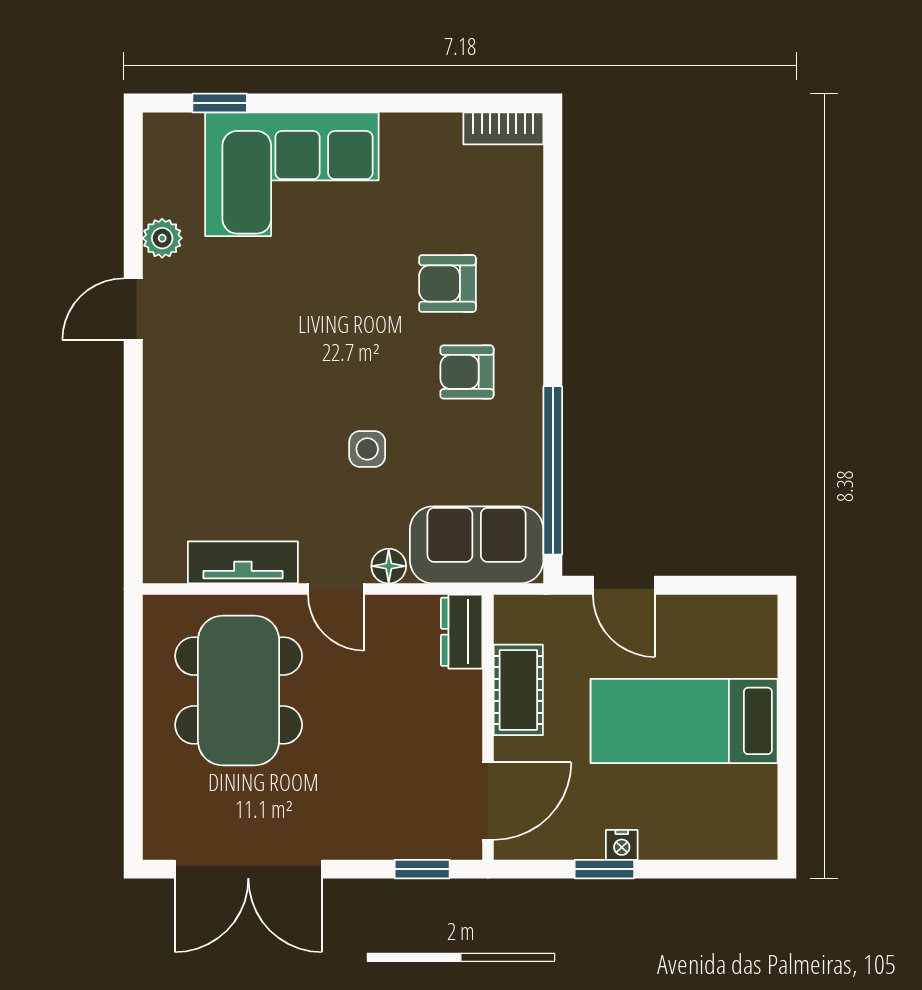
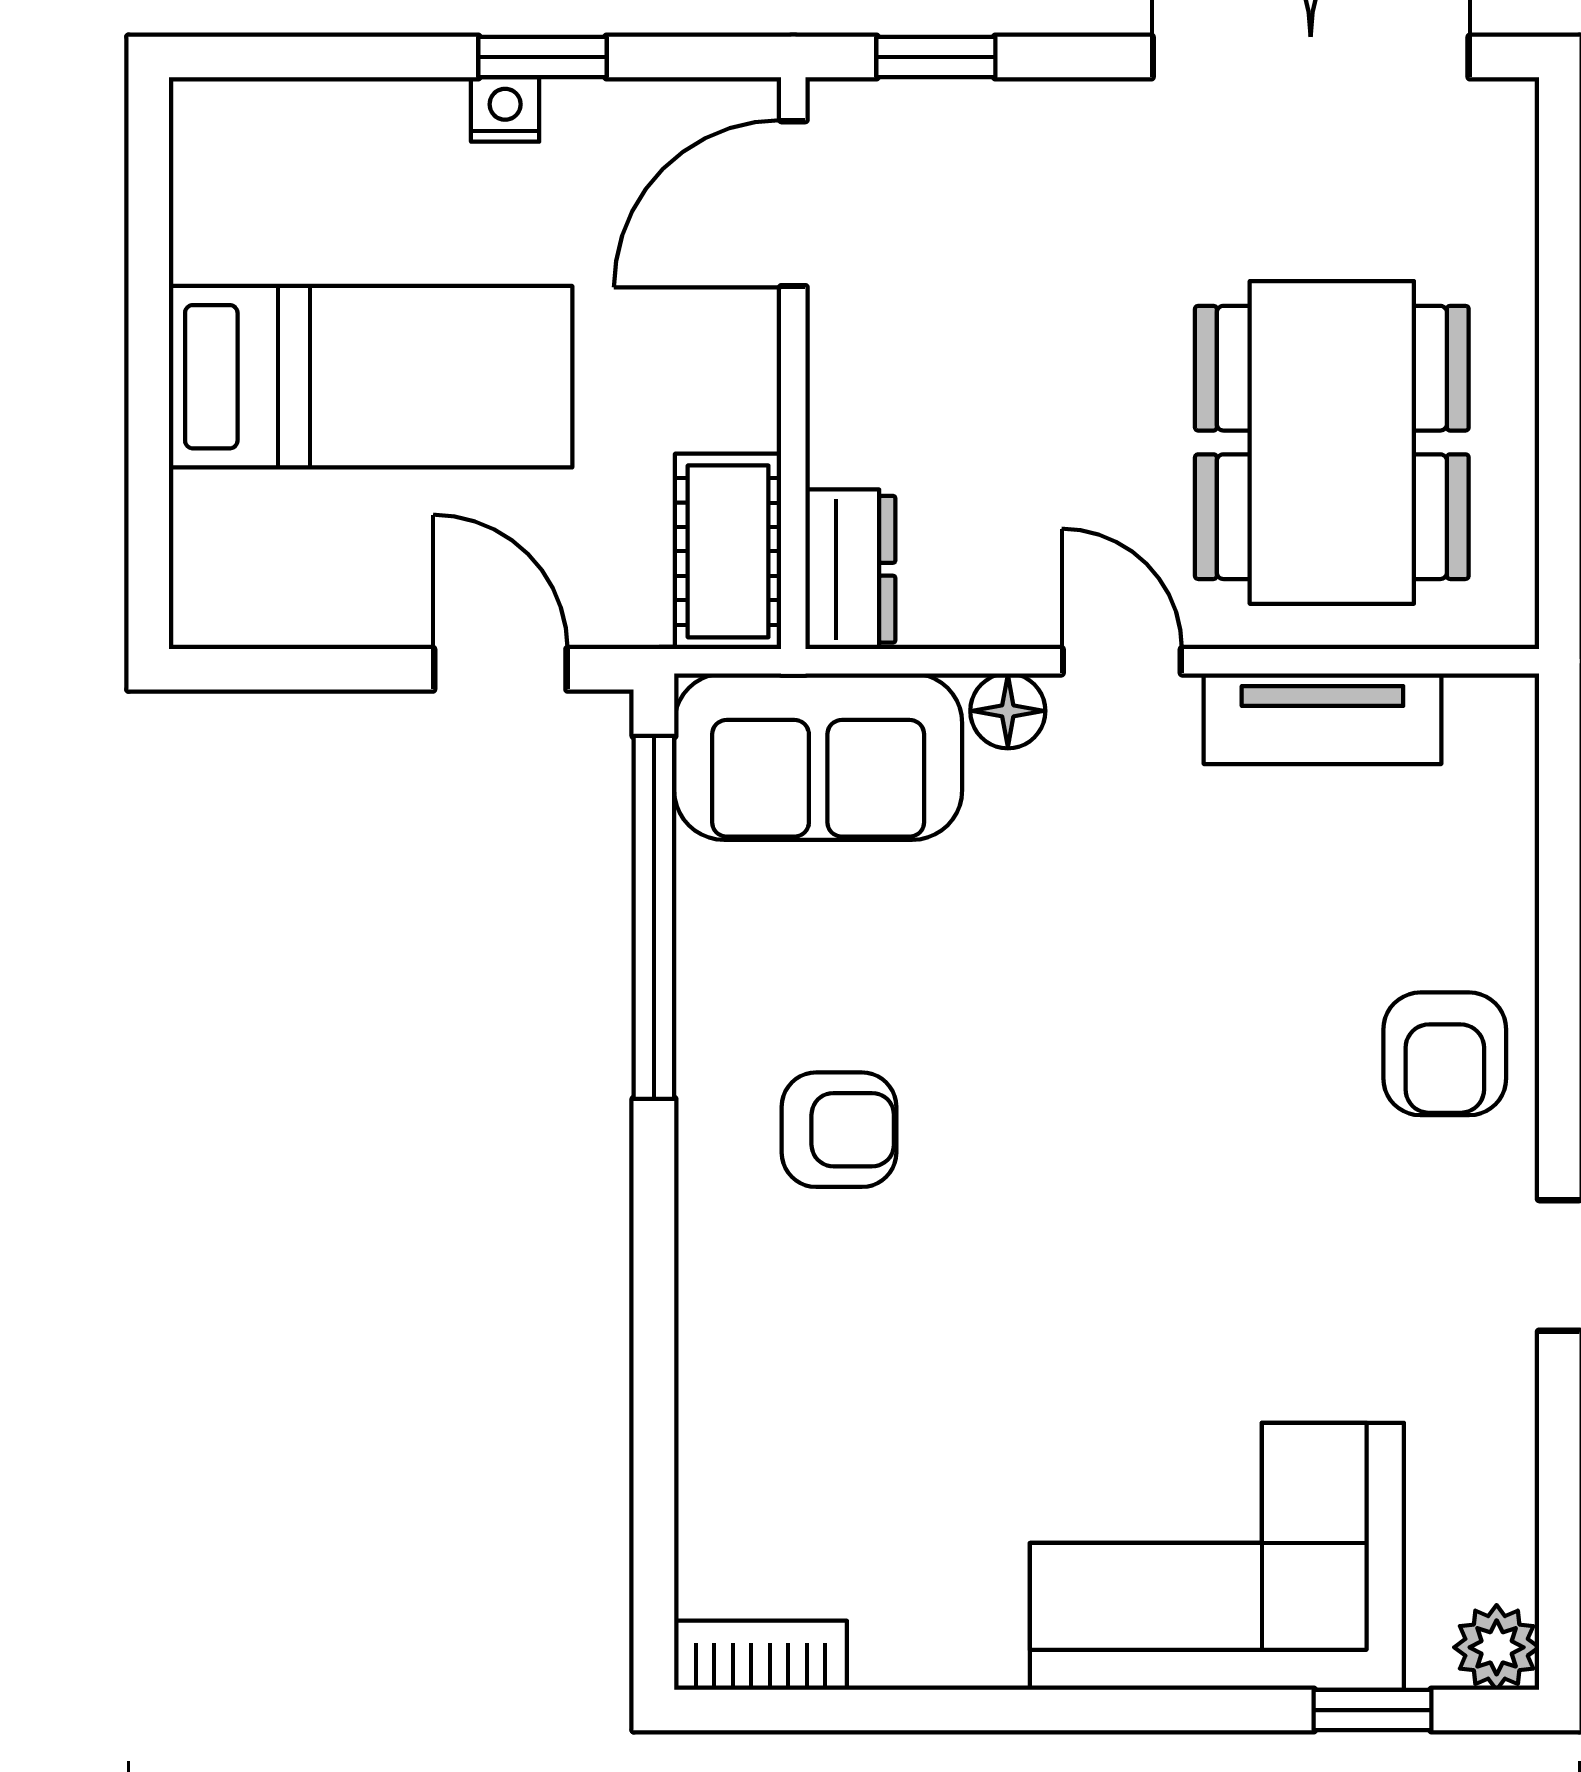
plant: (162, 238) -> (1497, 1647), moved
armchair: (447, 283) -> (1445, 1054), moved, turned 90
side table: (367, 449) -> (1054, 964), removed
cot: (518, 690) -> (728, 551), moved

